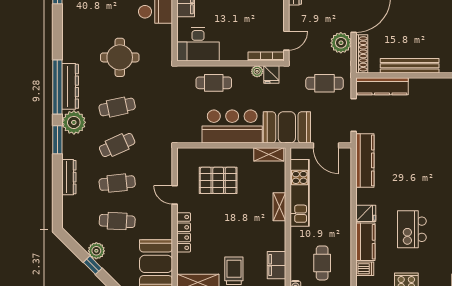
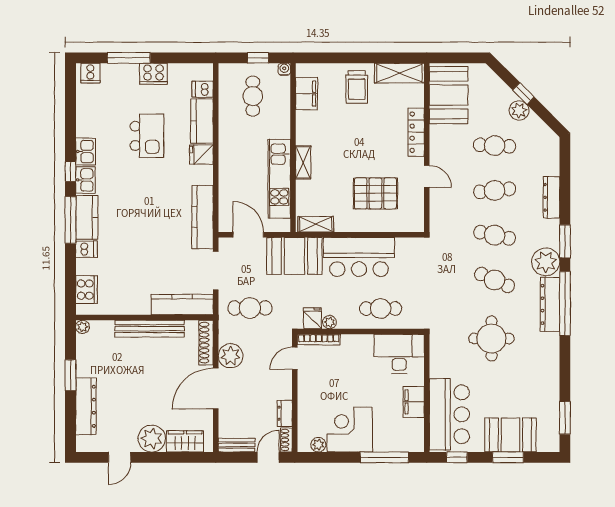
cafe table: (117, 107) -> (495, 280), turned 36
cafe table: (117, 145) -> (495, 235), turned 36

